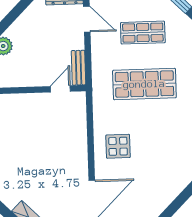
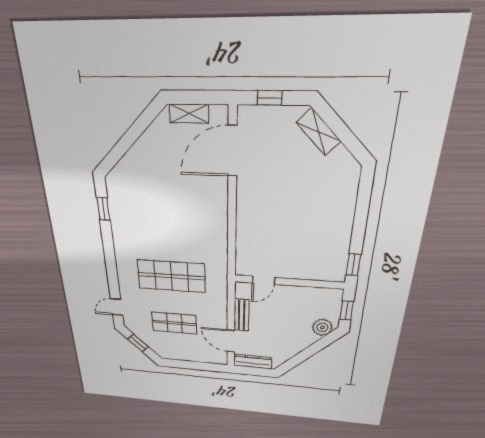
bench: (79, 68) -> (241, 315), moved
display table: (118, 146) -> (200, 214), removed

